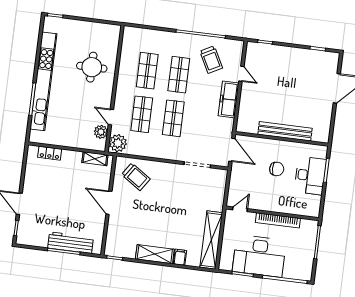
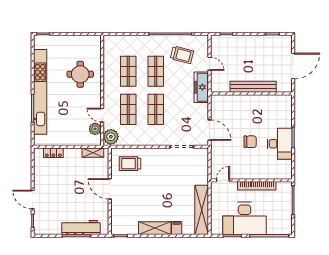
trolley: (211, 60) -> (182, 55), turned -48
bench: (285, 131) -> (253, 87), moved
wall: (282, 139) -> (251, 94), moved
trolley: (136, 177) -> (130, 164), turned 146

